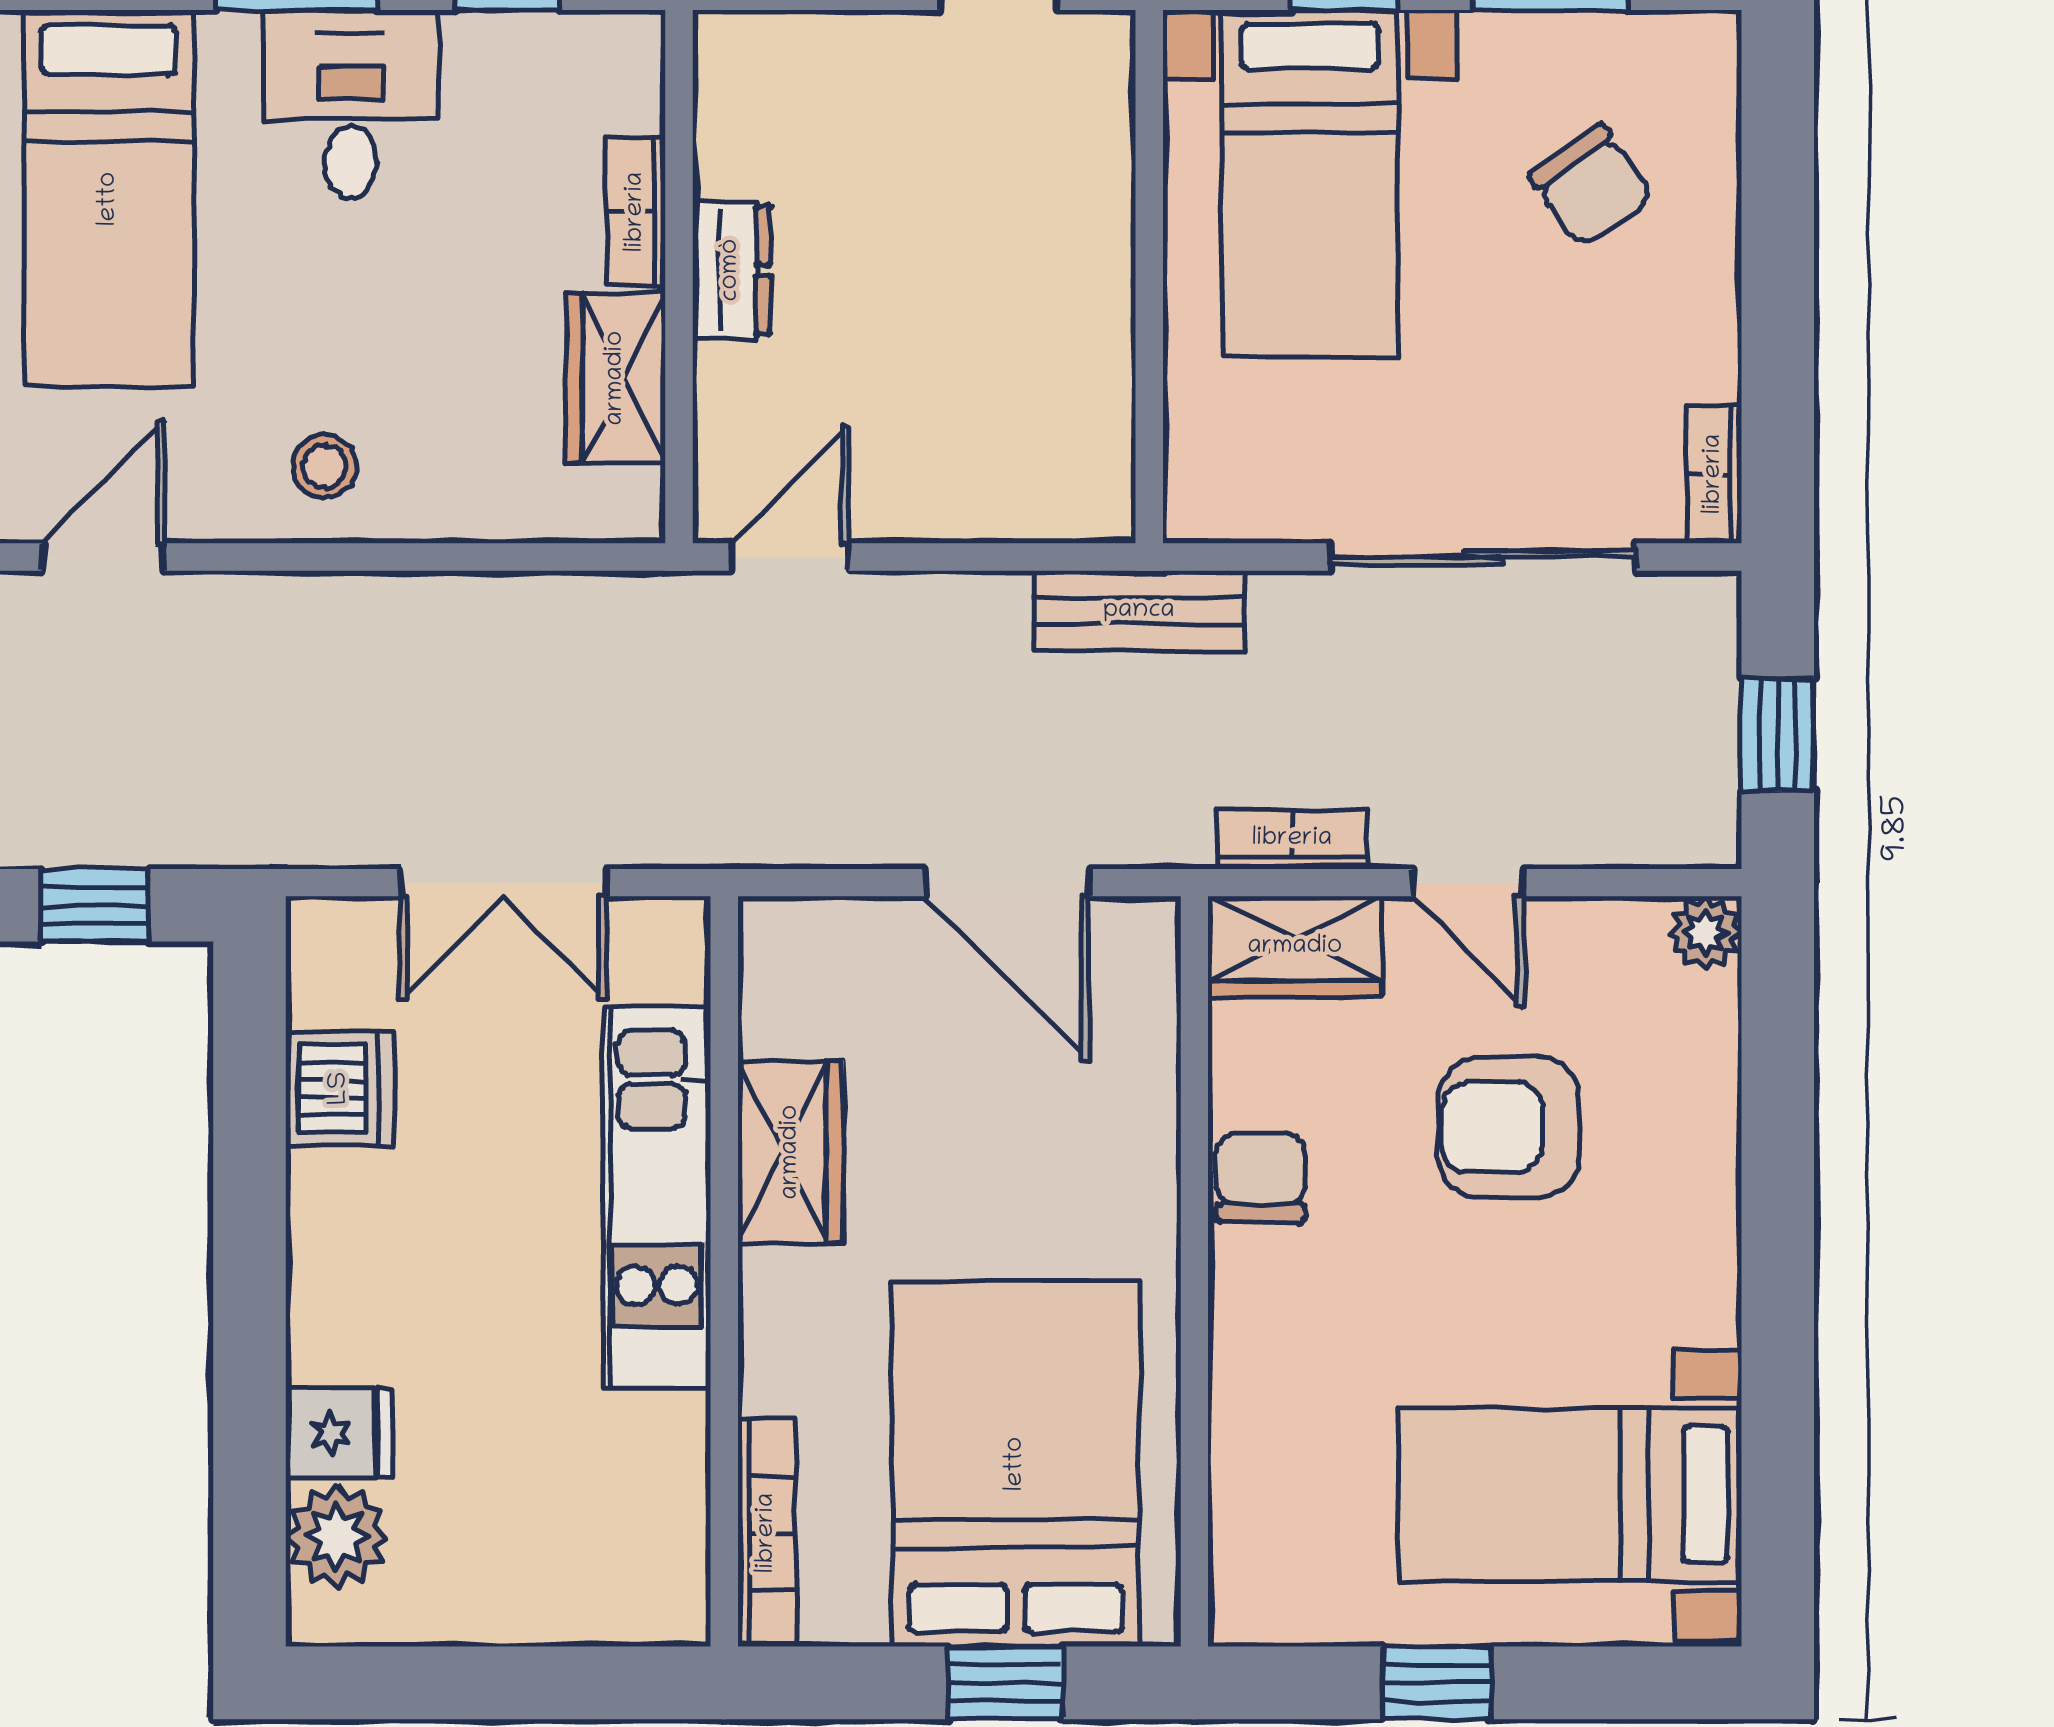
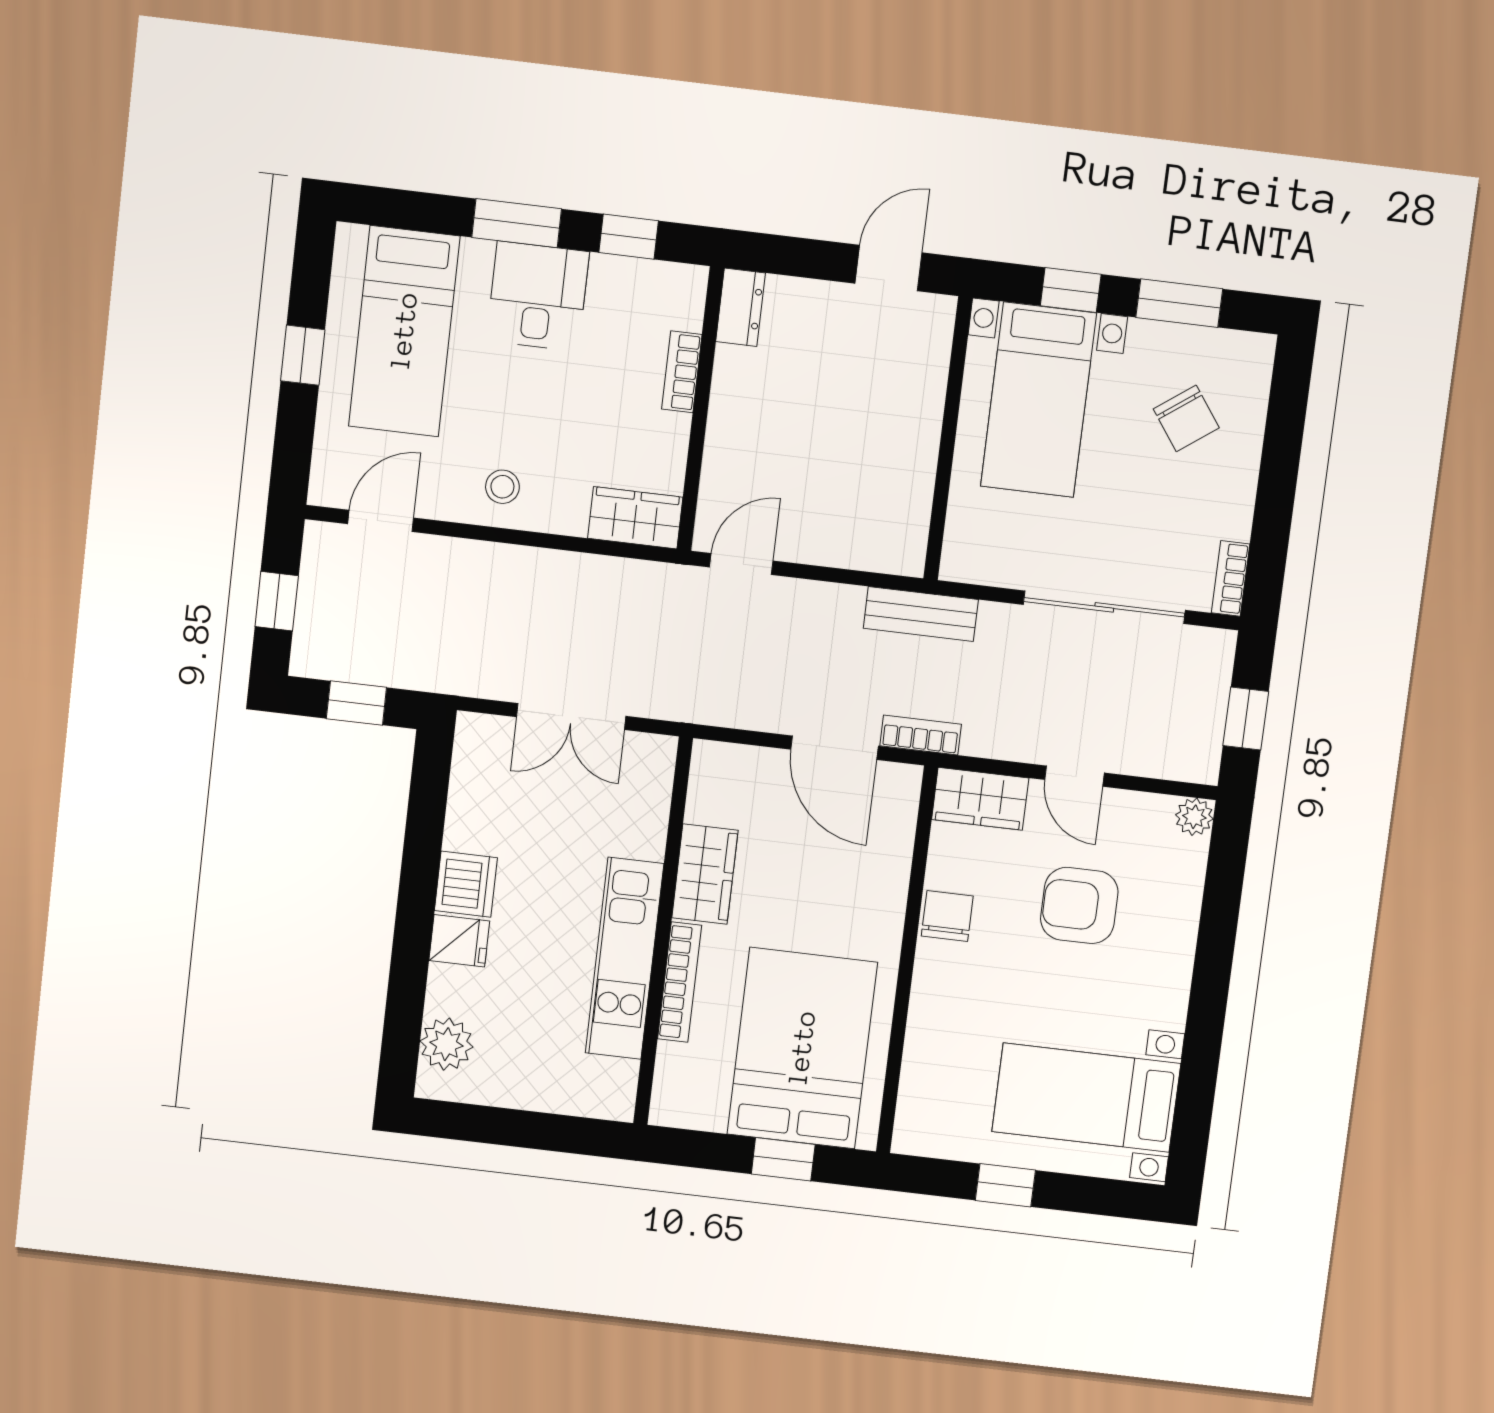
dresser: (731, 270) -> (741, 307), moved
wardrobe: (616, 378) -> (635, 518), moved, turned 90
bookcase: (1292, 839) -> (921, 735), moved
dishwasher: (340, 1088) -> (466, 884), moved
kitchen unit: (657, 1198) -> (624, 958), moved
fridge: (339, 1433) -> (459, 941), moved
bookcase: (767, 1533) -> (680, 982), moved

